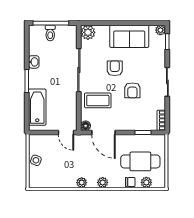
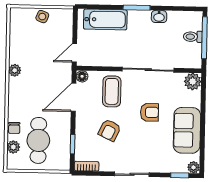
armchair: (132, 90) -> (110, 130), moved, turned -65
plant: (103, 182) -> (14, 95), removed

